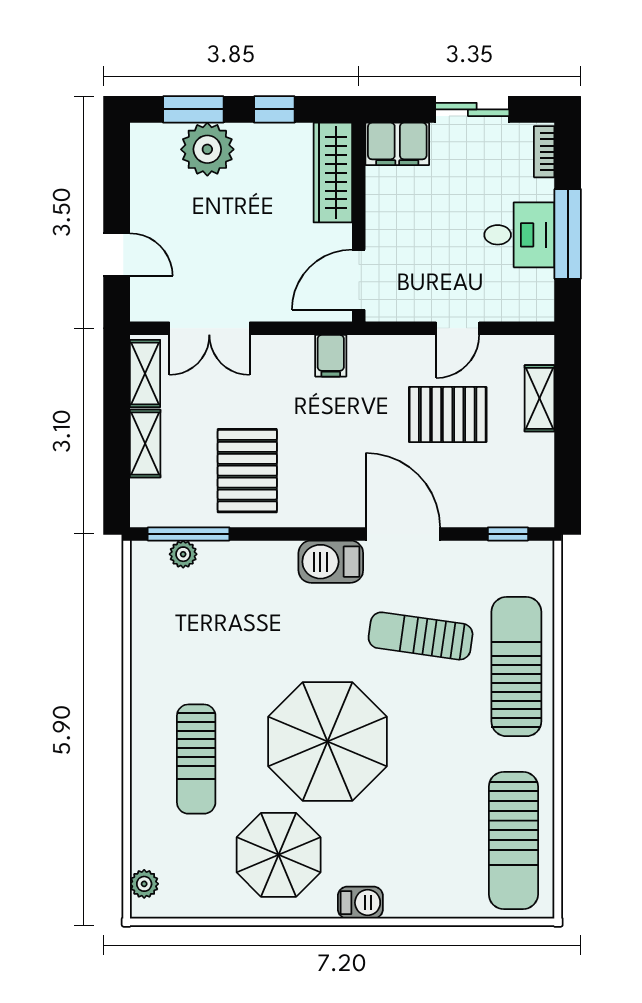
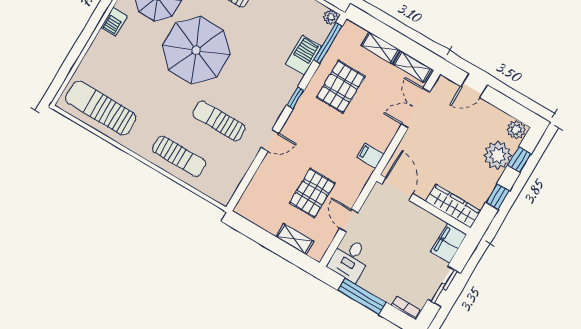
window: (193, 109) -> (519, 160), width x0.67
plant: (148, 144) -> (516, 130), added
desk: (519, 235) -> (350, 259), moved
pallet: (247, 471) -> (341, 87), turned 90
door: (403, 534) -> (270, 140), width x0.53
window: (508, 534) -> (295, 98), moved
plant: (183, 554) -> (331, 17), moved
barbecue: (331, 562) -> (304, 55), moved
sun lounger: (421, 636) -> (219, 121), turned -98
sun lounger: (516, 667) -> (179, 156), width x0.73, depth x0.75

